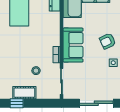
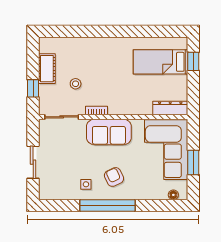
window: (17, 103) -> (33, 88), moved
sliding door: (96, 103) -> (33, 162), width x0.73

